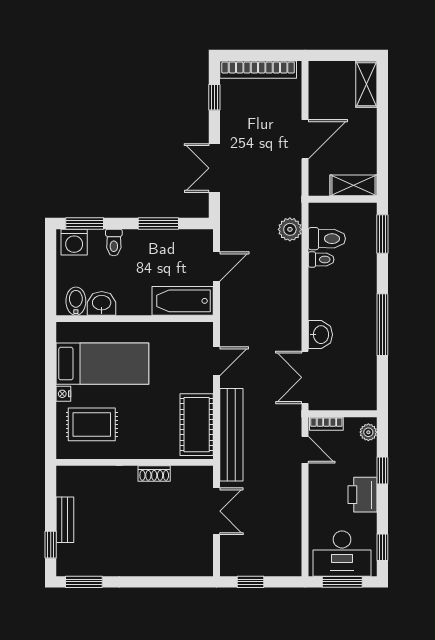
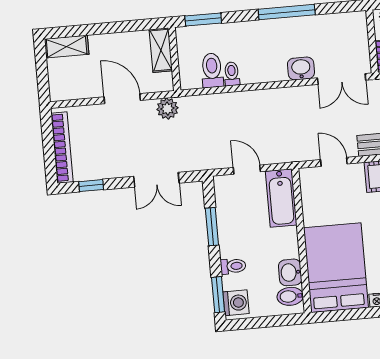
plant: (290, 229) -> (167, 109), moved
bed: (102, 364) -> (336, 268), width x1.50

